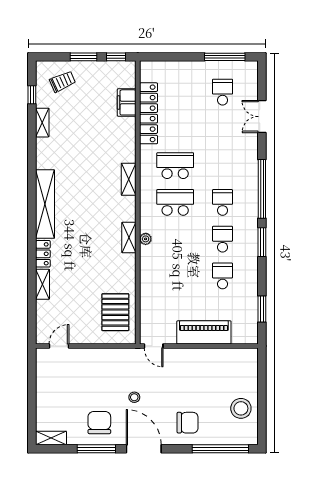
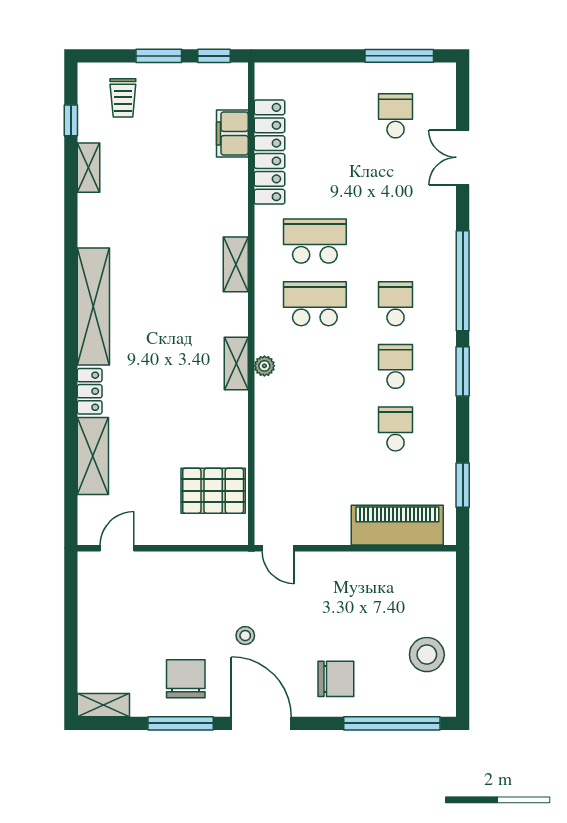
trolley: (62, 82) -> (123, 98), turned 114
shelving: (43, 284) -> (93, 456), width x1.50, depth x1.33
pallet: (115, 312) -> (213, 491), turned 90
piano: (204, 332) -> (397, 525), moved

